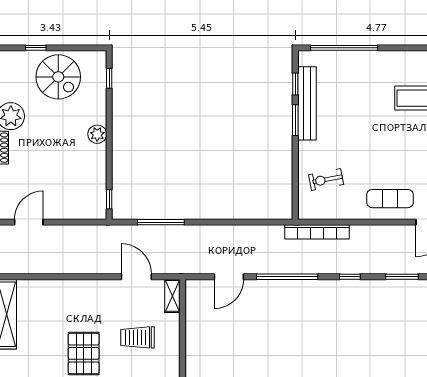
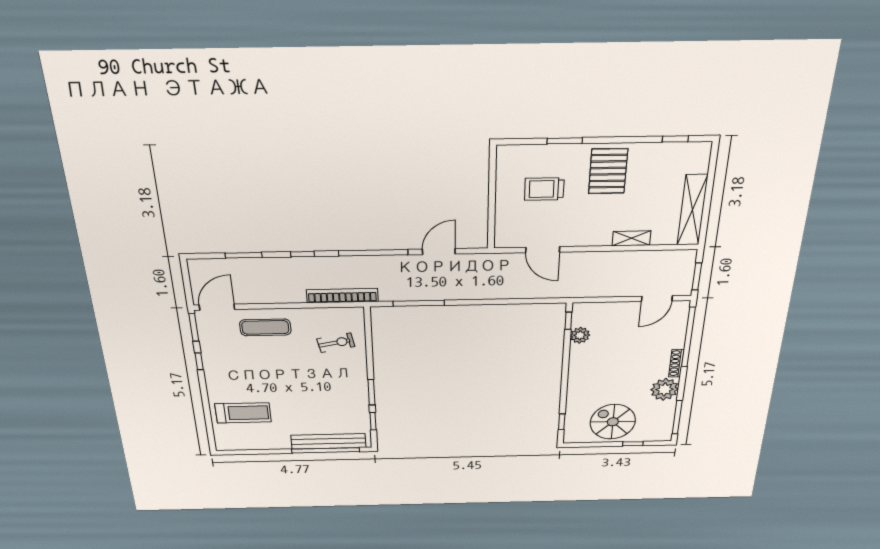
bench: (307, 103) -> (328, 441), moved, turned 90
plant: (97, 134) -> (580, 335), moved
window: (161, 222) -> (419, 303), moved
shelving: (172, 296) -> (631, 238), moved, turned 90
trolley: (138, 337) -> (544, 189), turned 180

